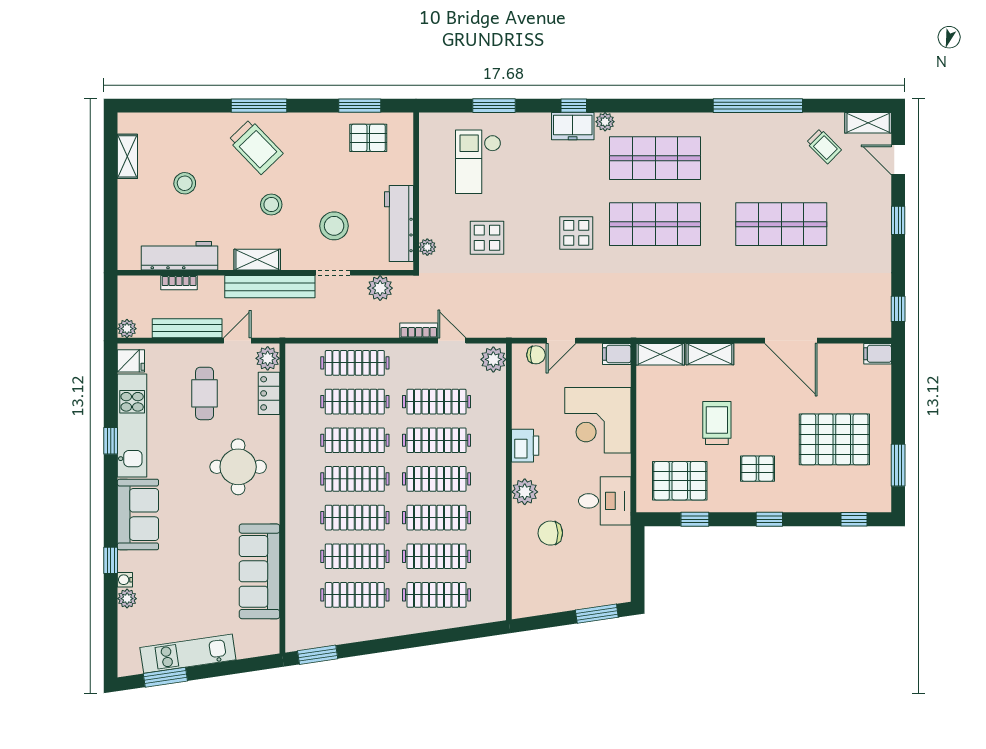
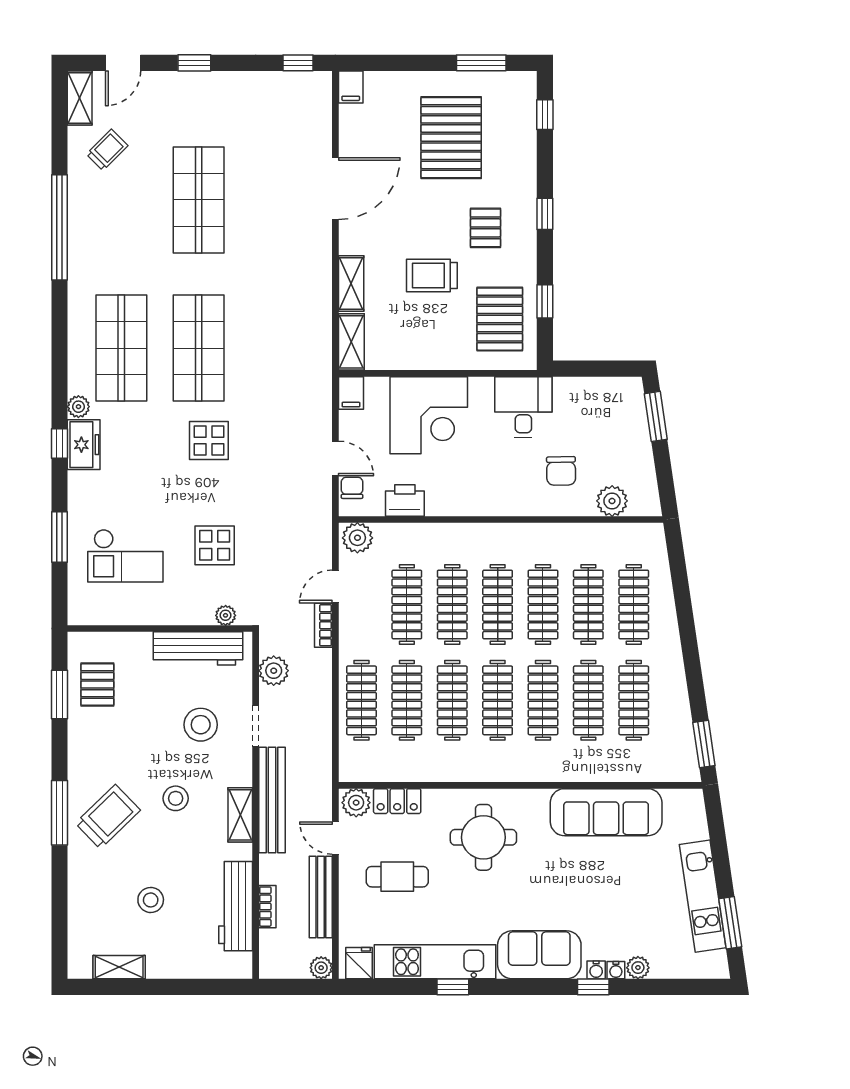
printer: (525, 446) -> (405, 500), moved
plant: (525, 492) -> (612, 501), moved
water cooler: (125, 563) -> (596, 970), added

